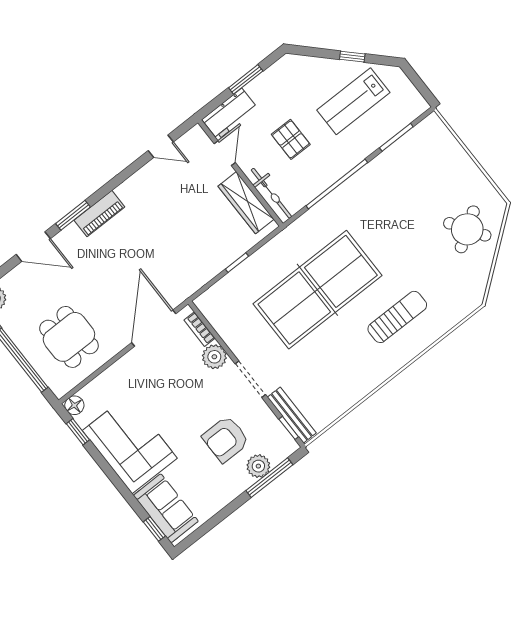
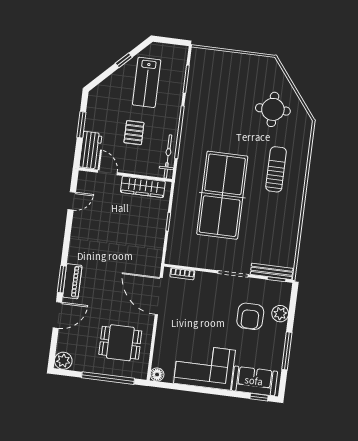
pallet: (291, 139) -> (134, 133), turned 90
bicycle: (271, 193) -> (168, 156), moved, turned -90
piano: (99, 214) -> (72, 281), moved
round table: (467, 229) -> (273, 109), moved, turned 33
plant: (214, 357) -> (204, 280), removed
window: (78, 432) -> (172, 386), removed
window: (269, 478) -> (287, 351), moved

